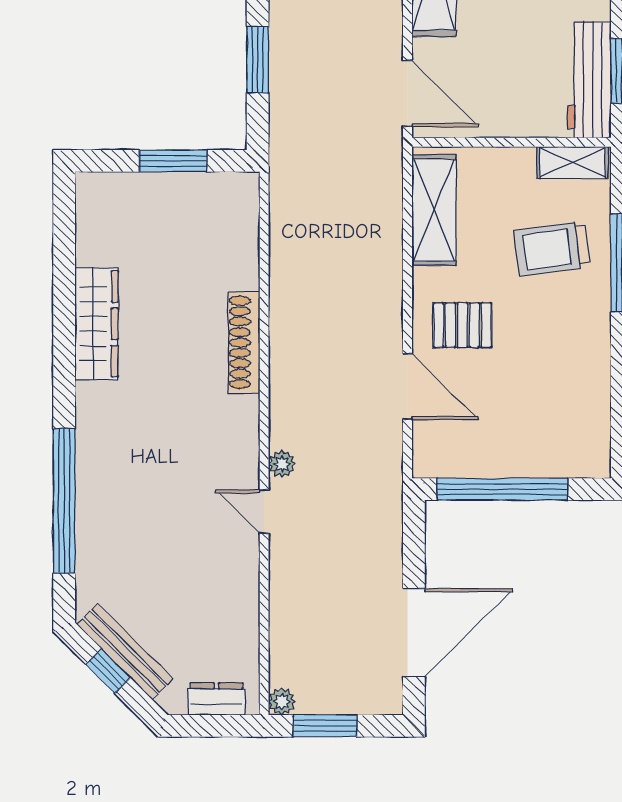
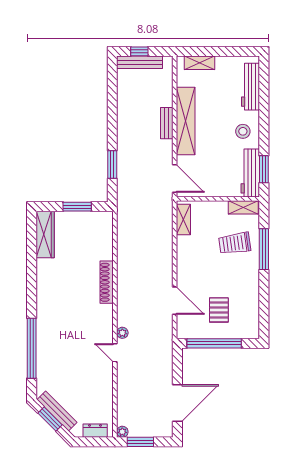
shelving: (434, 210) -> (183, 219), width x0.67, depth x0.75
wardrobe: (97, 324) -> (45, 234), moved
pallet: (462, 325) -> (219, 310), moved, turned 90
window: (108, 671) -> (50, 419), width x1.50

